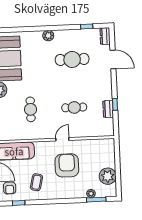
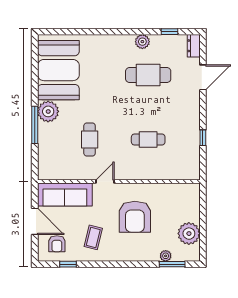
plant: (48, 36) -> (142, 42), moved
door: (113, 59) -> (203, 77), hinge flipped
dresser: (108, 109) -> (194, 143), removed
door: (62, 139) -> (105, 182), moved
armchair: (67, 165) -> (135, 217), turned 180

